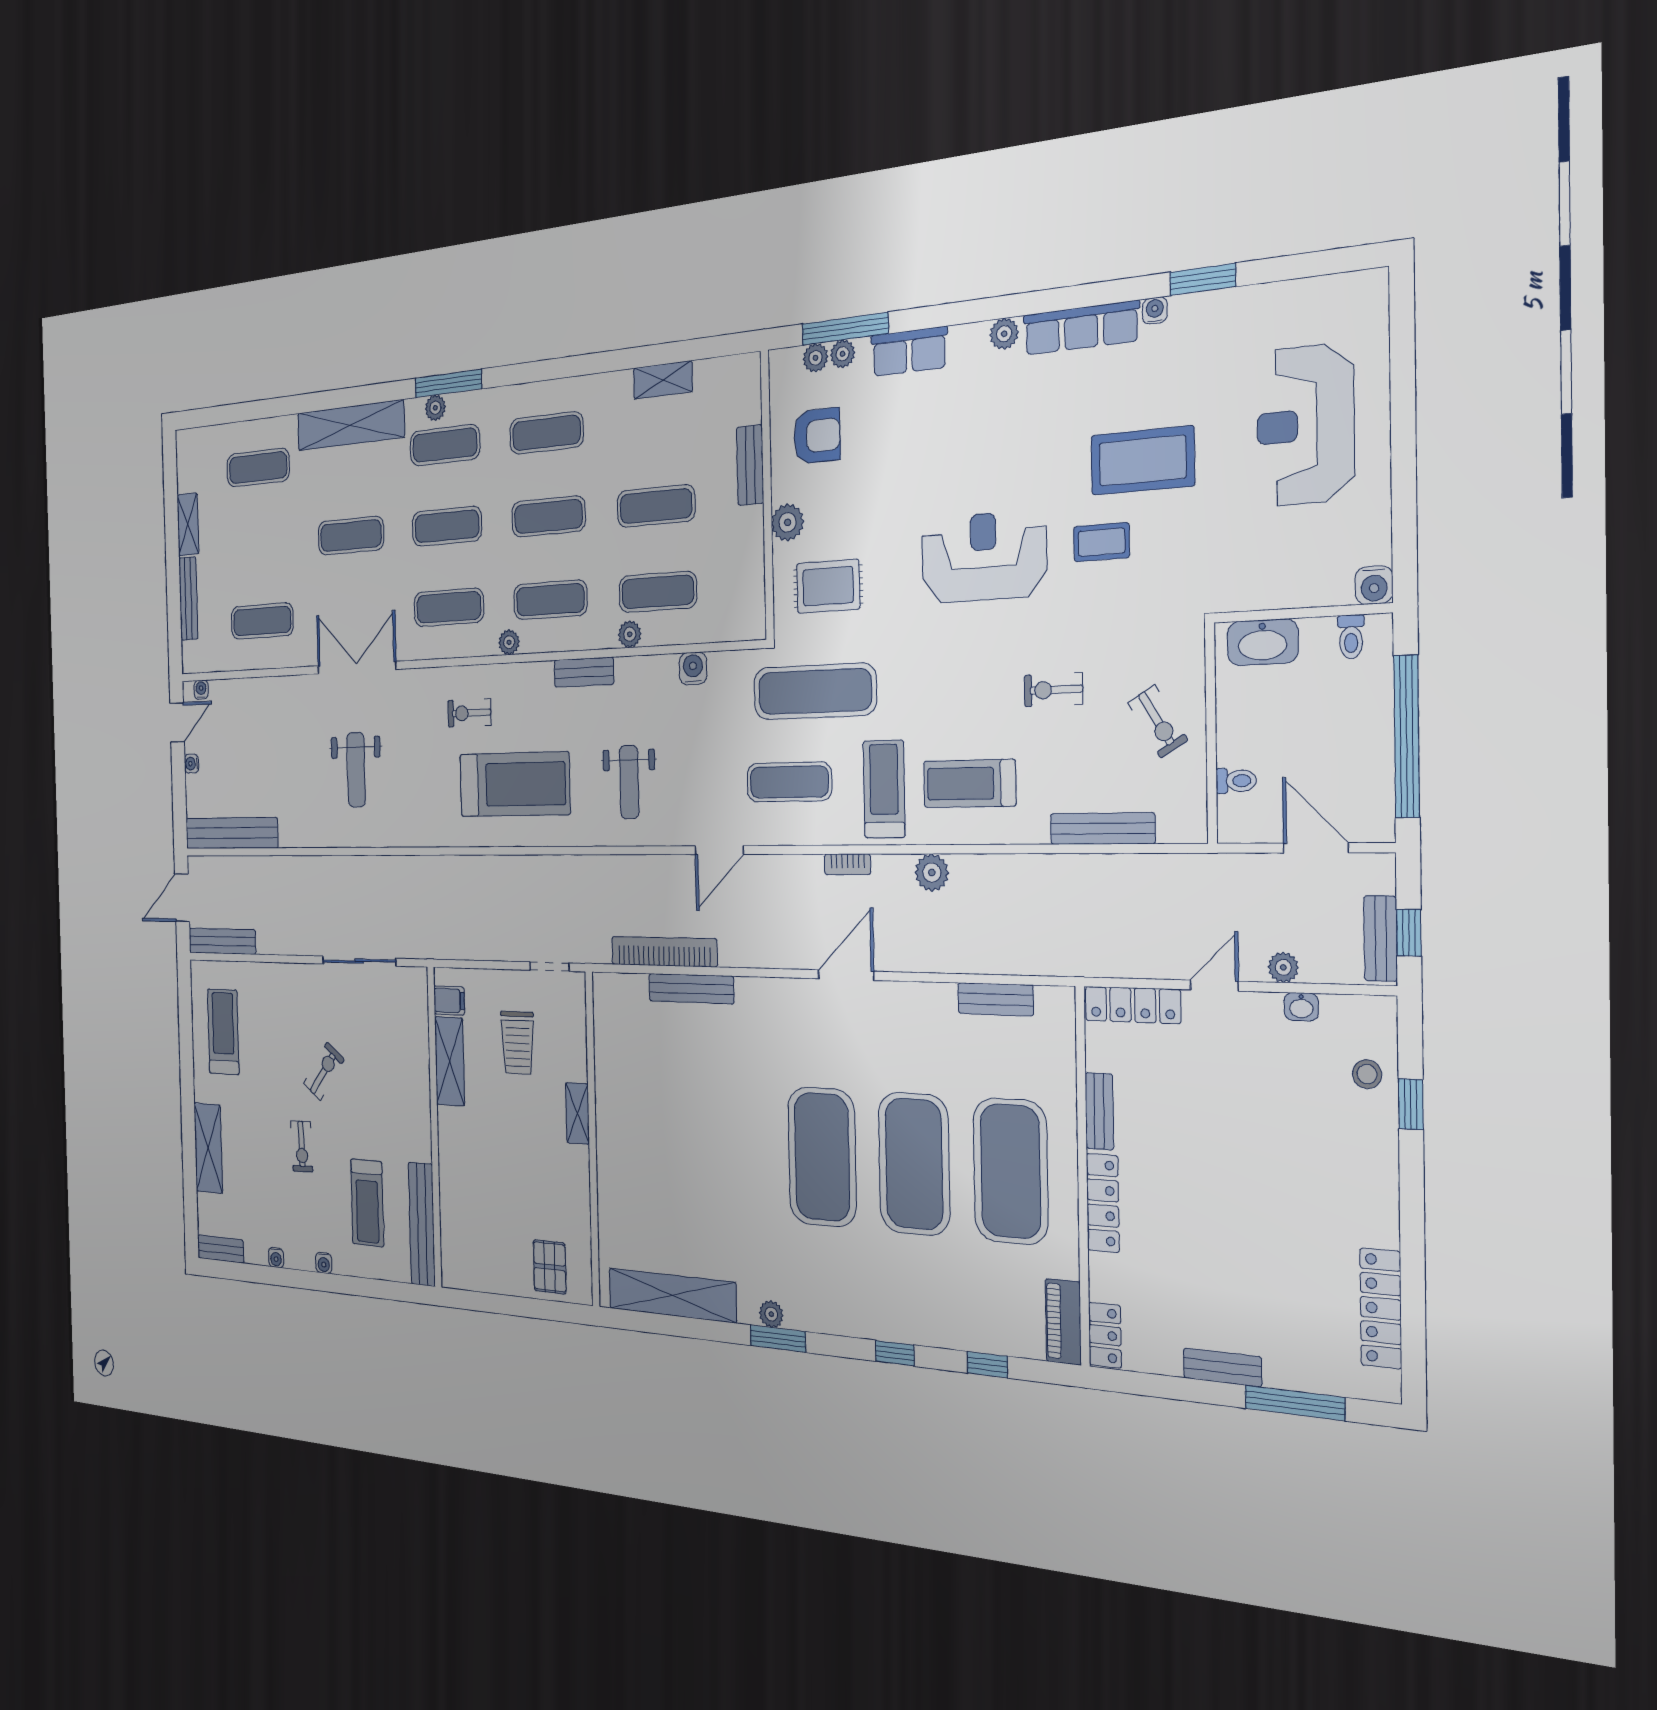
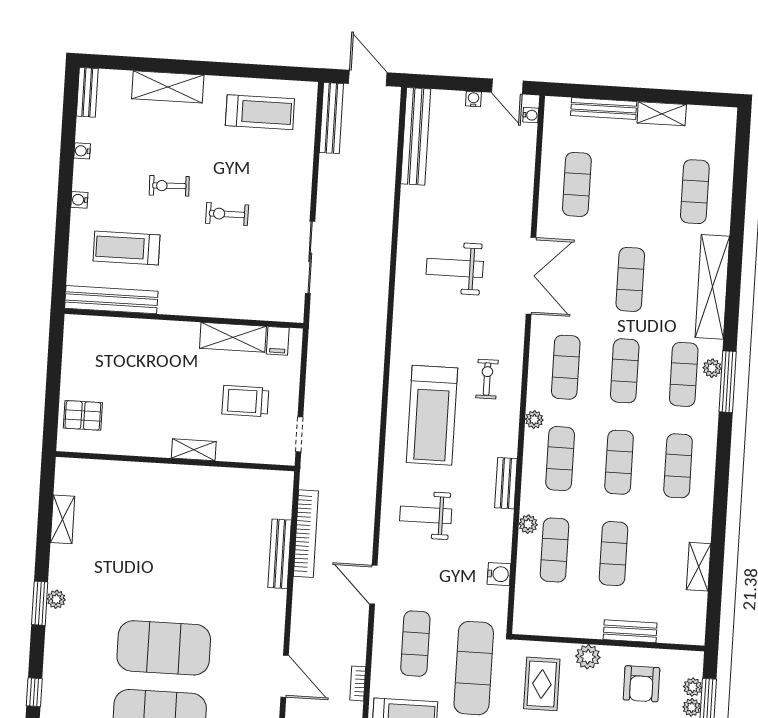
exercise bike: (324, 1071) -> (227, 214), turned 143
shelving: (672, 1295) -> (63, 519), width x0.45, depth x0.75

